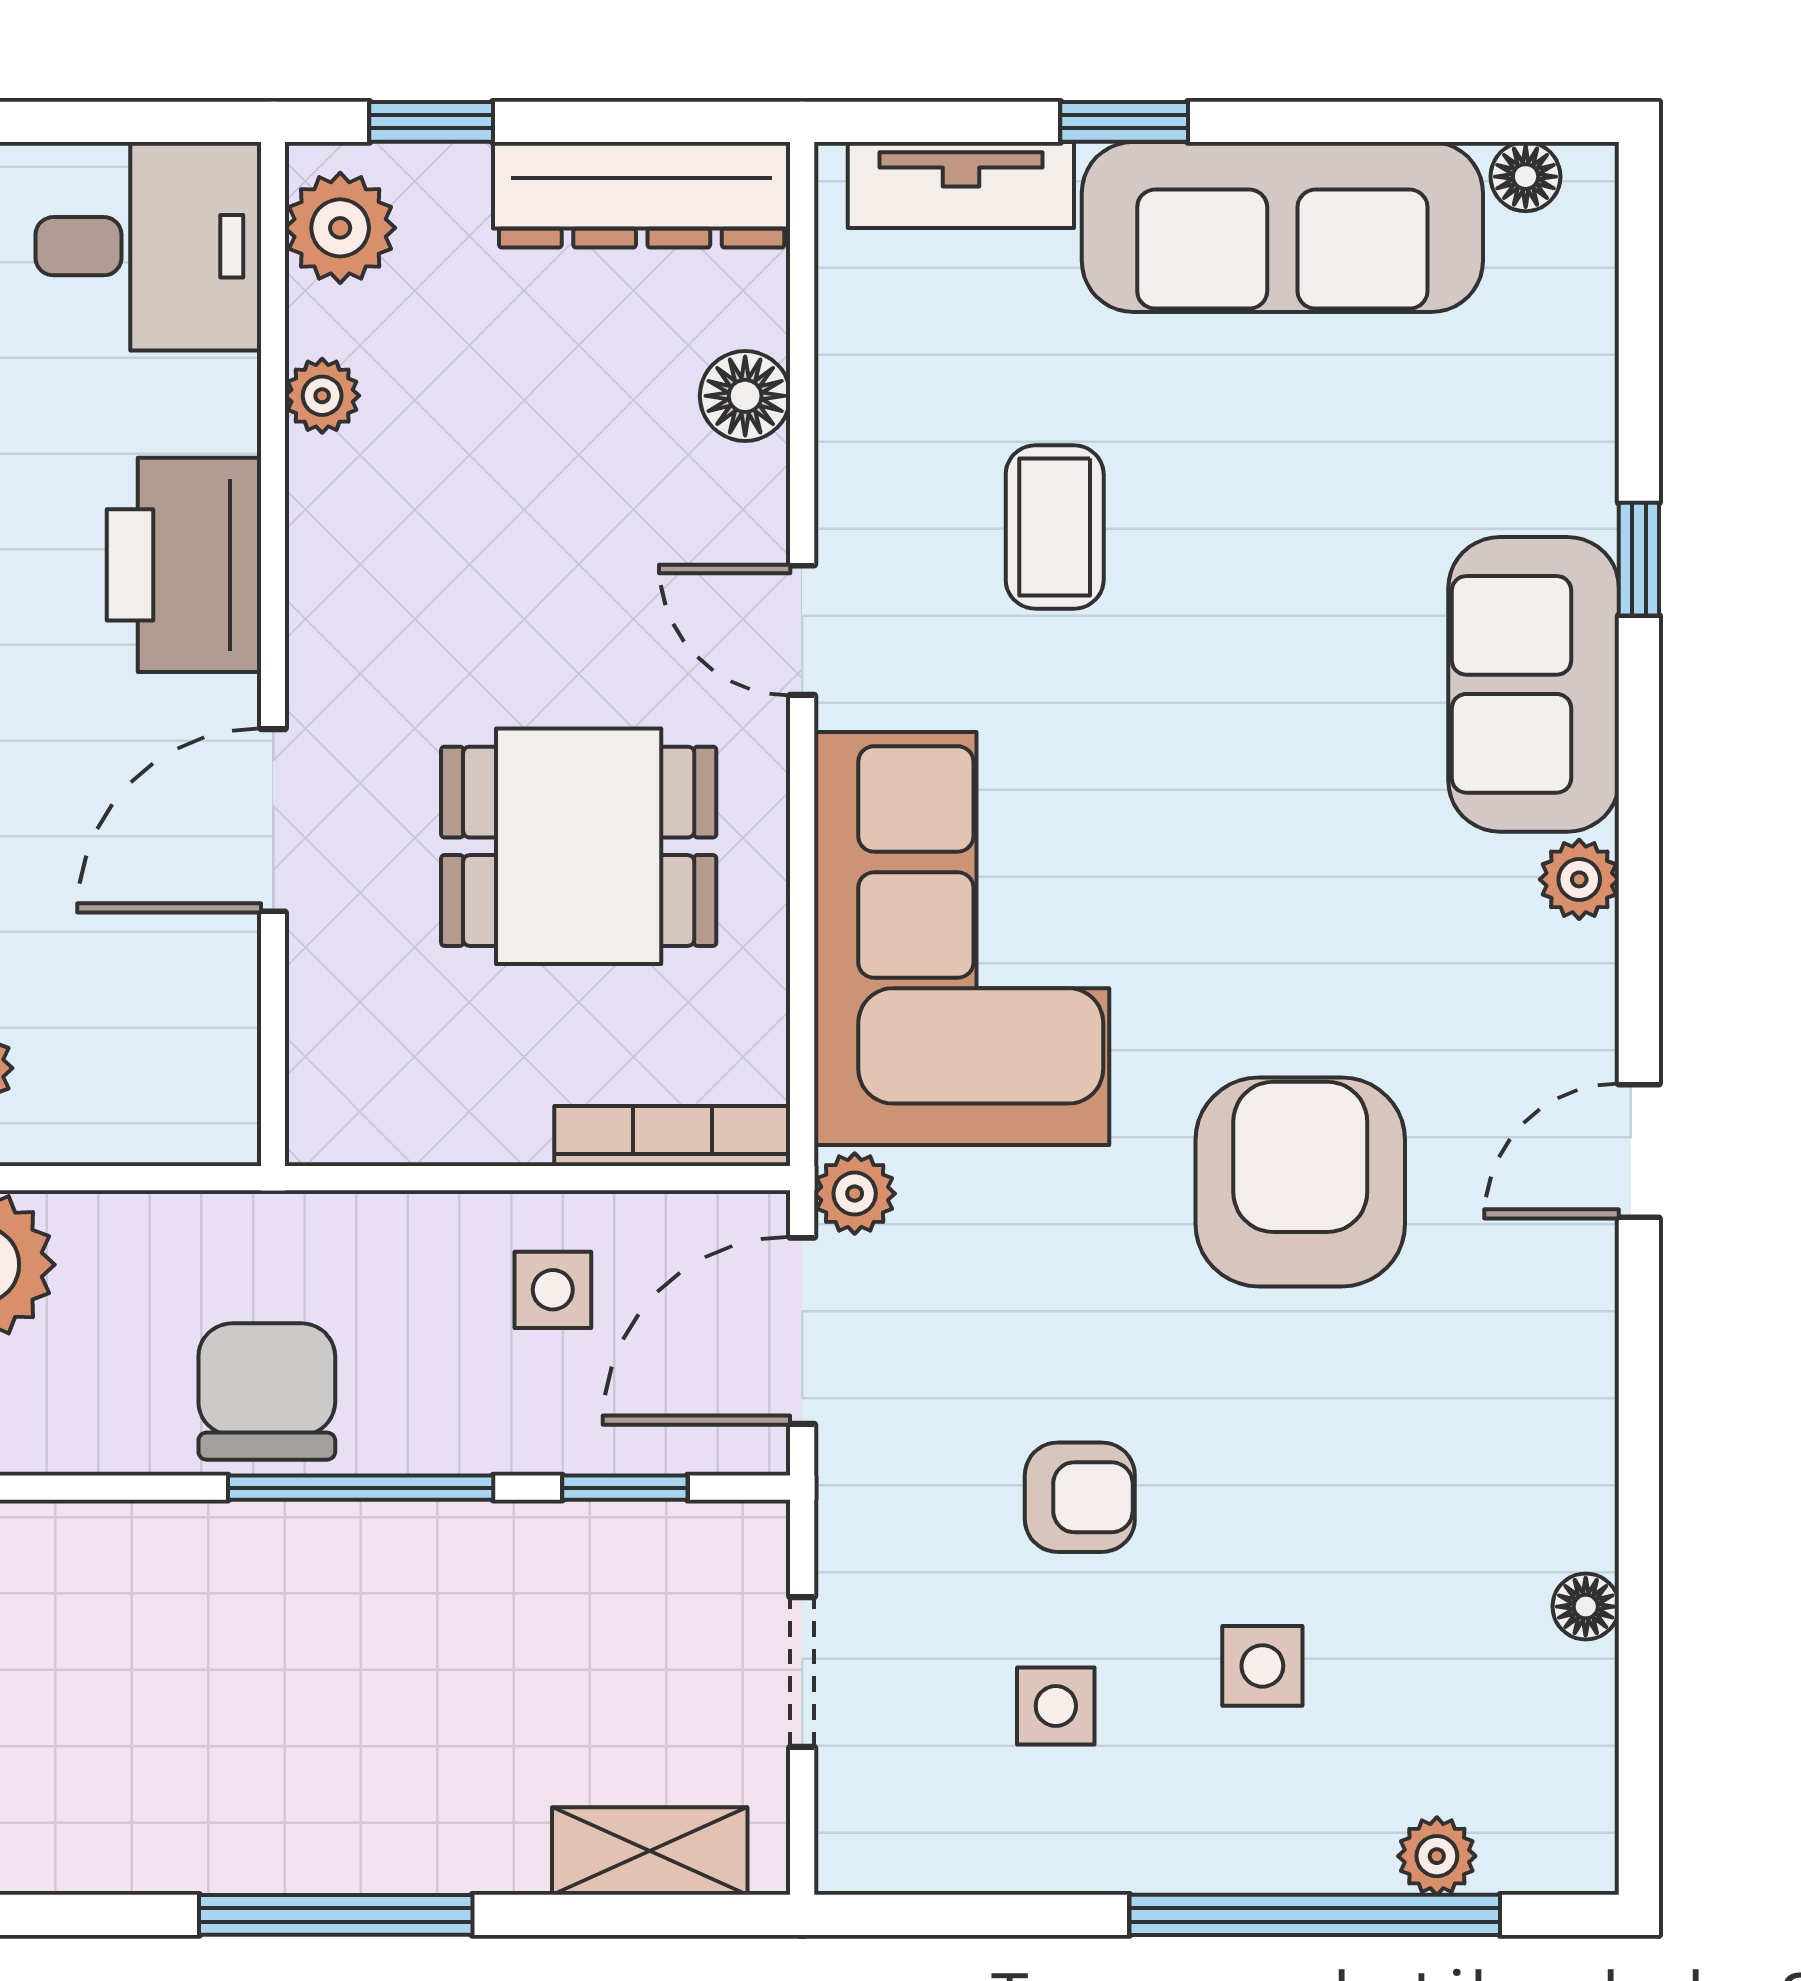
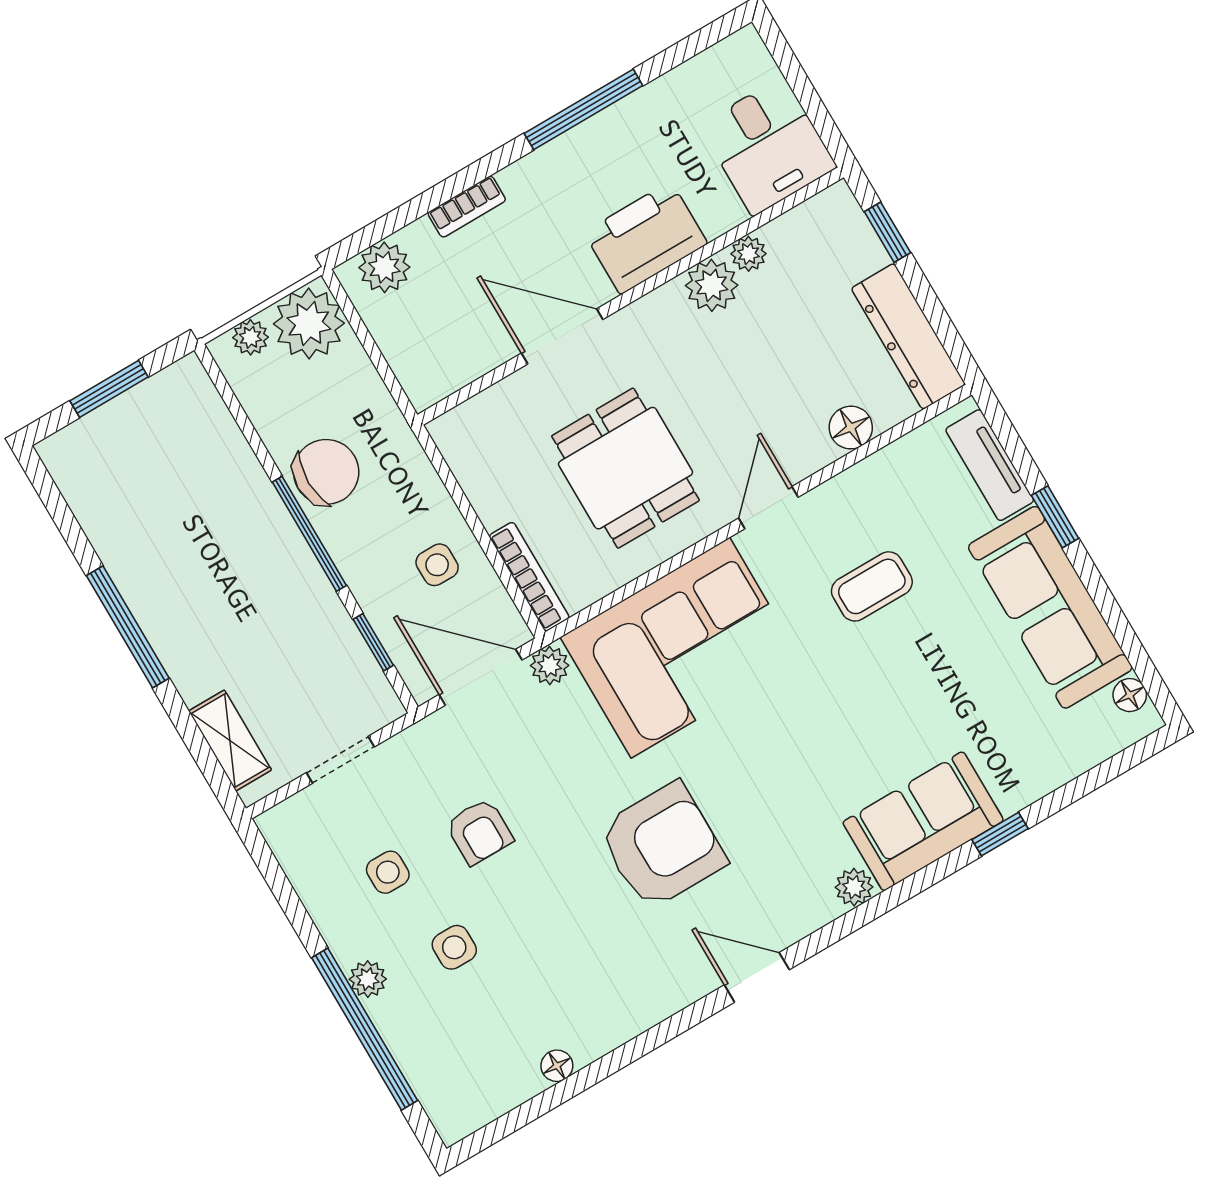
plant: (340, 228) -> (712, 285), moved
plant: (1437, 1856) -> (368, 979), moved

